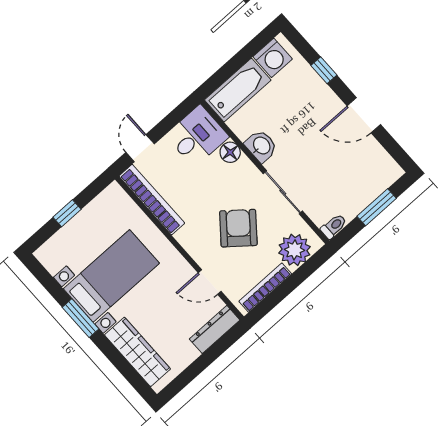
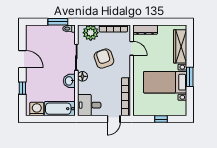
floor lamp: (230, 152) -> (82, 76), moved
window: (377, 207) -> (58, 22), moved
armchair: (238, 228) -> (104, 59), turned 122

